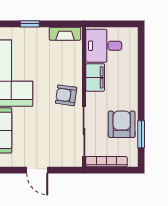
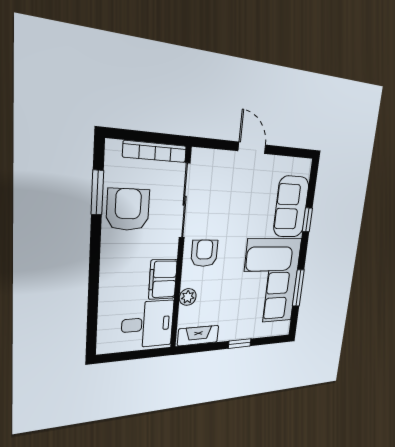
plant: (76, 64) -> (188, 297), added
armchair: (66, 95) -> (204, 253), turned -98
armchair: (122, 124) -> (128, 210), turned 180

